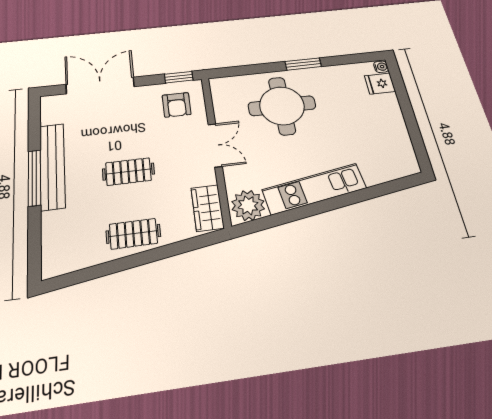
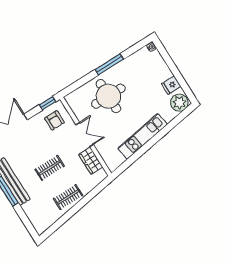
window: (303, 64) -> (109, 64), width x1.44
fridge: (380, 84) -> (171, 85), moved
plant: (248, 205) -> (179, 103), moved
wardrobe: (207, 208) -> (91, 161), moved

